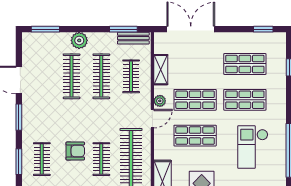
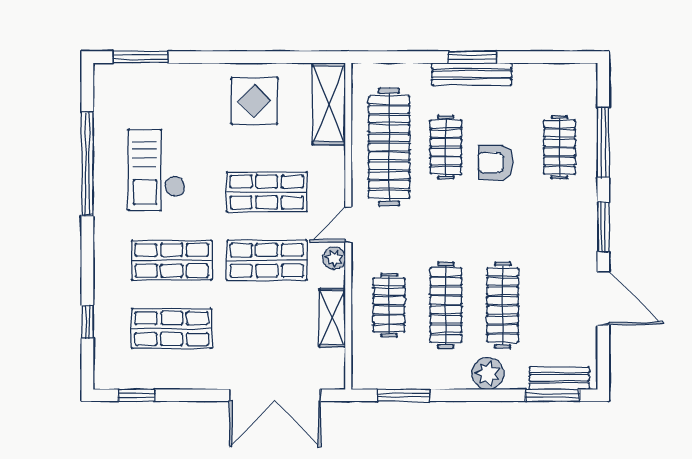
bench: (133, 38) -> (559, 378), moved
checkout: (253, 147) -> (157, 170), turned 180
window: (19, 162) -> (603, 142), width x1.44

